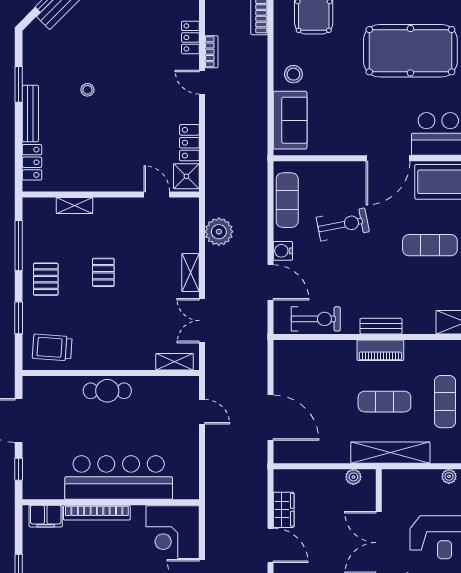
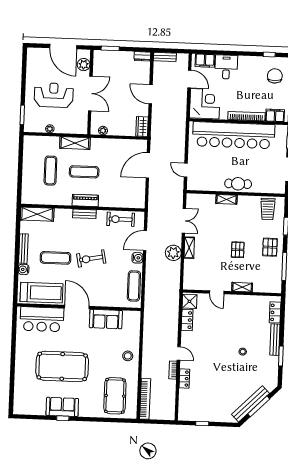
sofa: (290, 120) -> (106, 319), moved, turned -90
door: (388, 158) -> (77, 307), hinge flipped
door: (157, 194) -> (217, 292), moved
shelving: (74, 205) -> (242, 287), moved
exercise bike: (343, 225) -> (91, 258), moved
plant: (219, 232) -> (173, 253), moved
door: (270, 282) -> (145, 241), hinge flipped
trolley: (52, 348) -> (268, 209), turned 86
shelving: (175, 362) -> (226, 199), moved
door: (270, 418) -> (148, 165), hinge flipped
shelving: (390, 453) -> (75, 143), width x0.68
bar counter: (119, 478) -> (234, 135), width x1.36
wardrobe: (284, 510) -> (142, 127), moved

